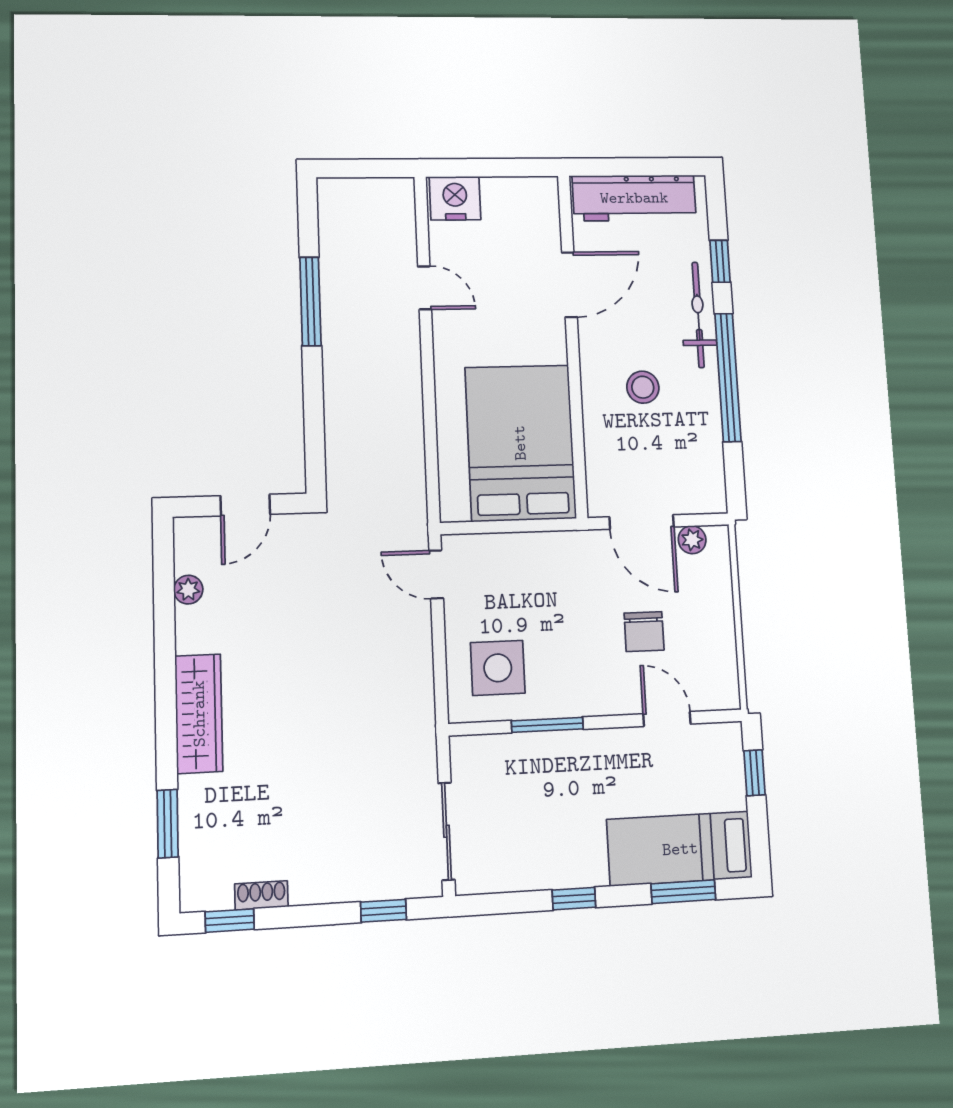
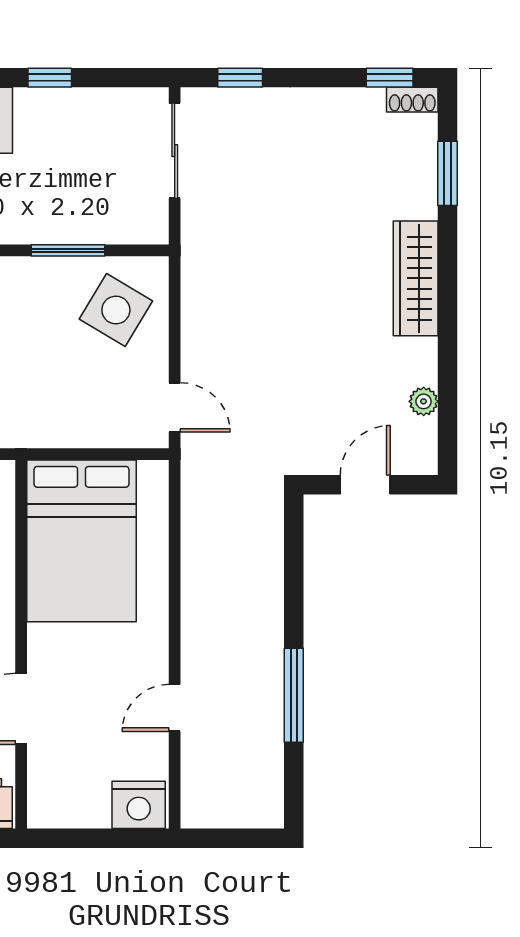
door: (425, 288) -> (175, 708), hinge flipped
side table: (498, 668) -> (116, 310), turned 31
shoe rack: (261, 895) -> (412, 100), moved

